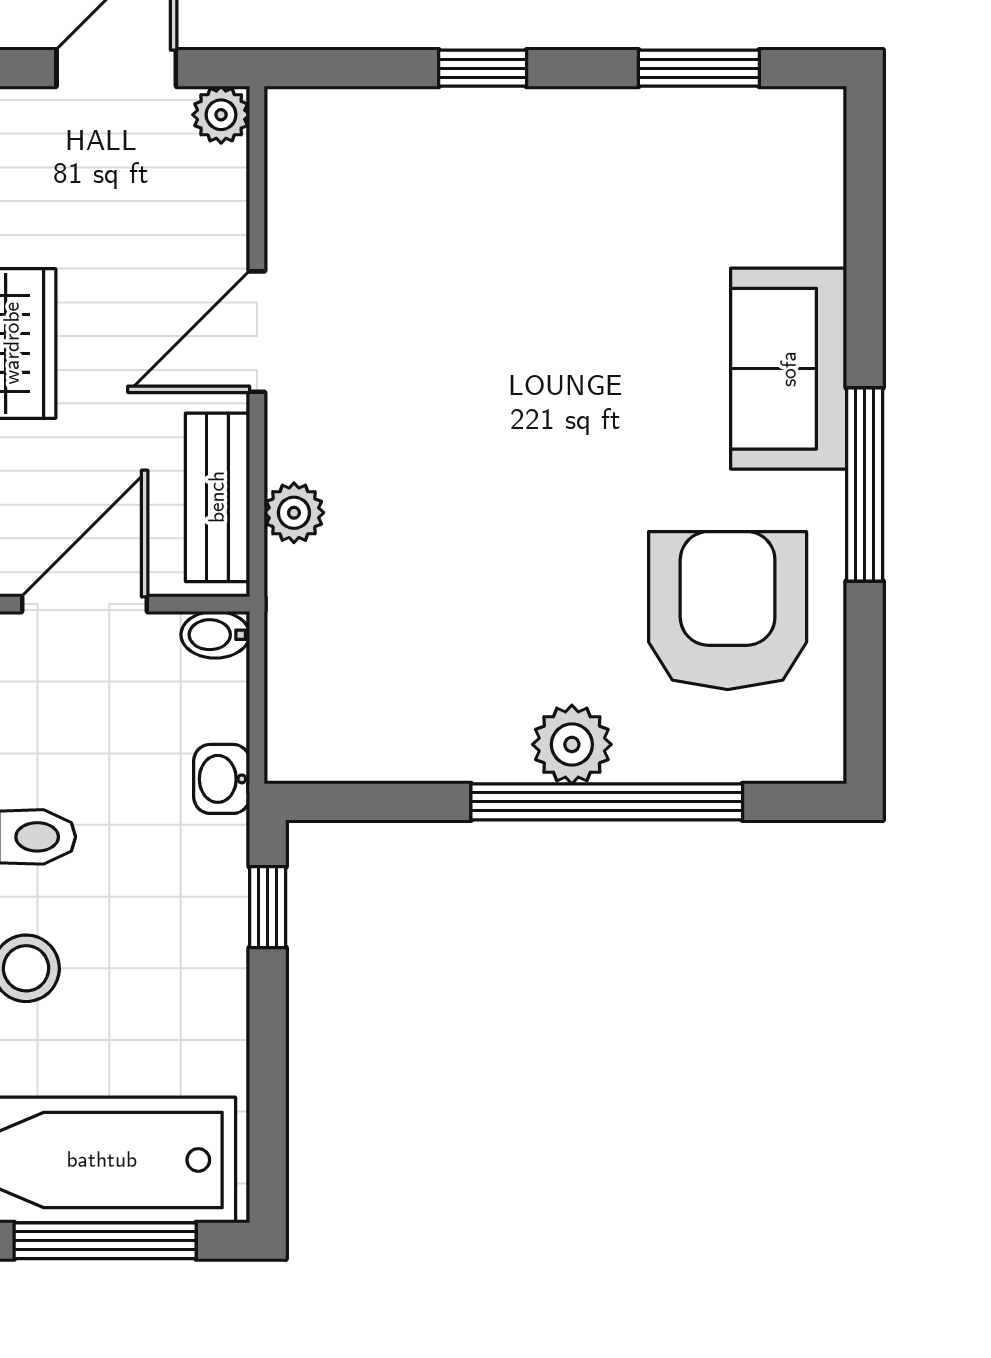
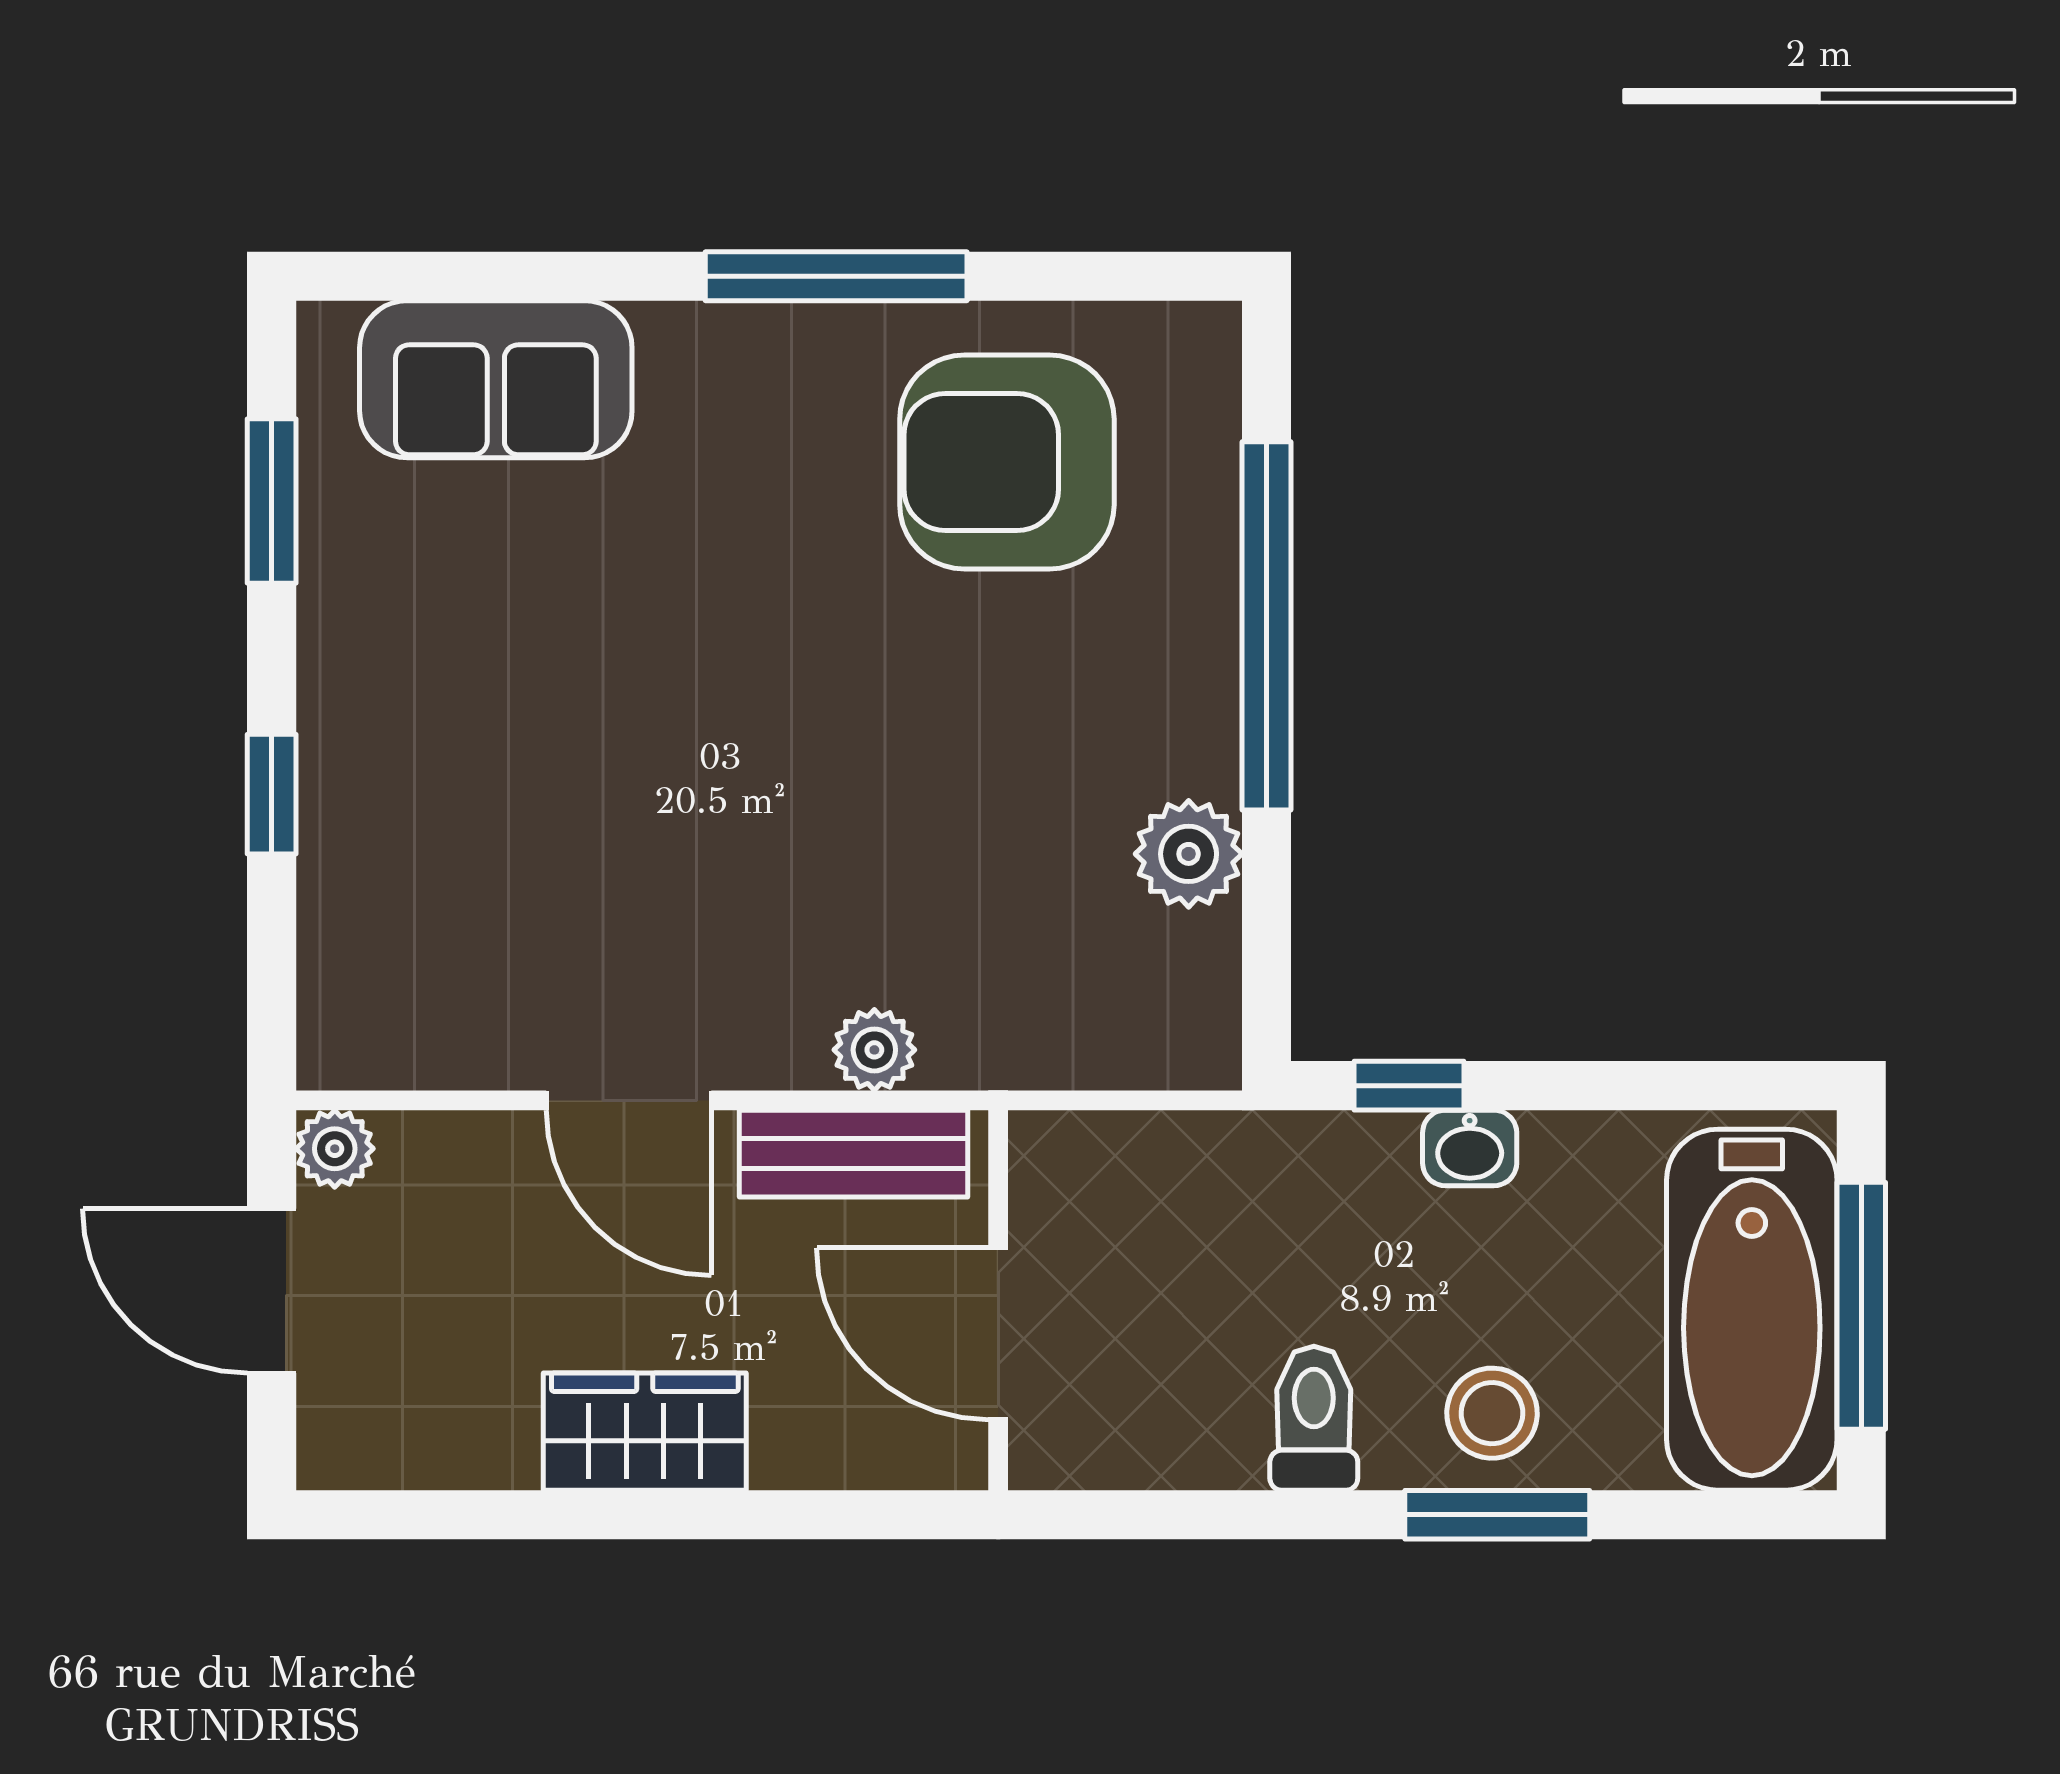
sofa: (789, 369) -> (496, 379), moved
bidet: (215, 635) -> (1040, 1157), removed
plant: (572, 744) -> (1189, 854), moved
washbasin: (222, 779) -> (1470, 1148), moved

